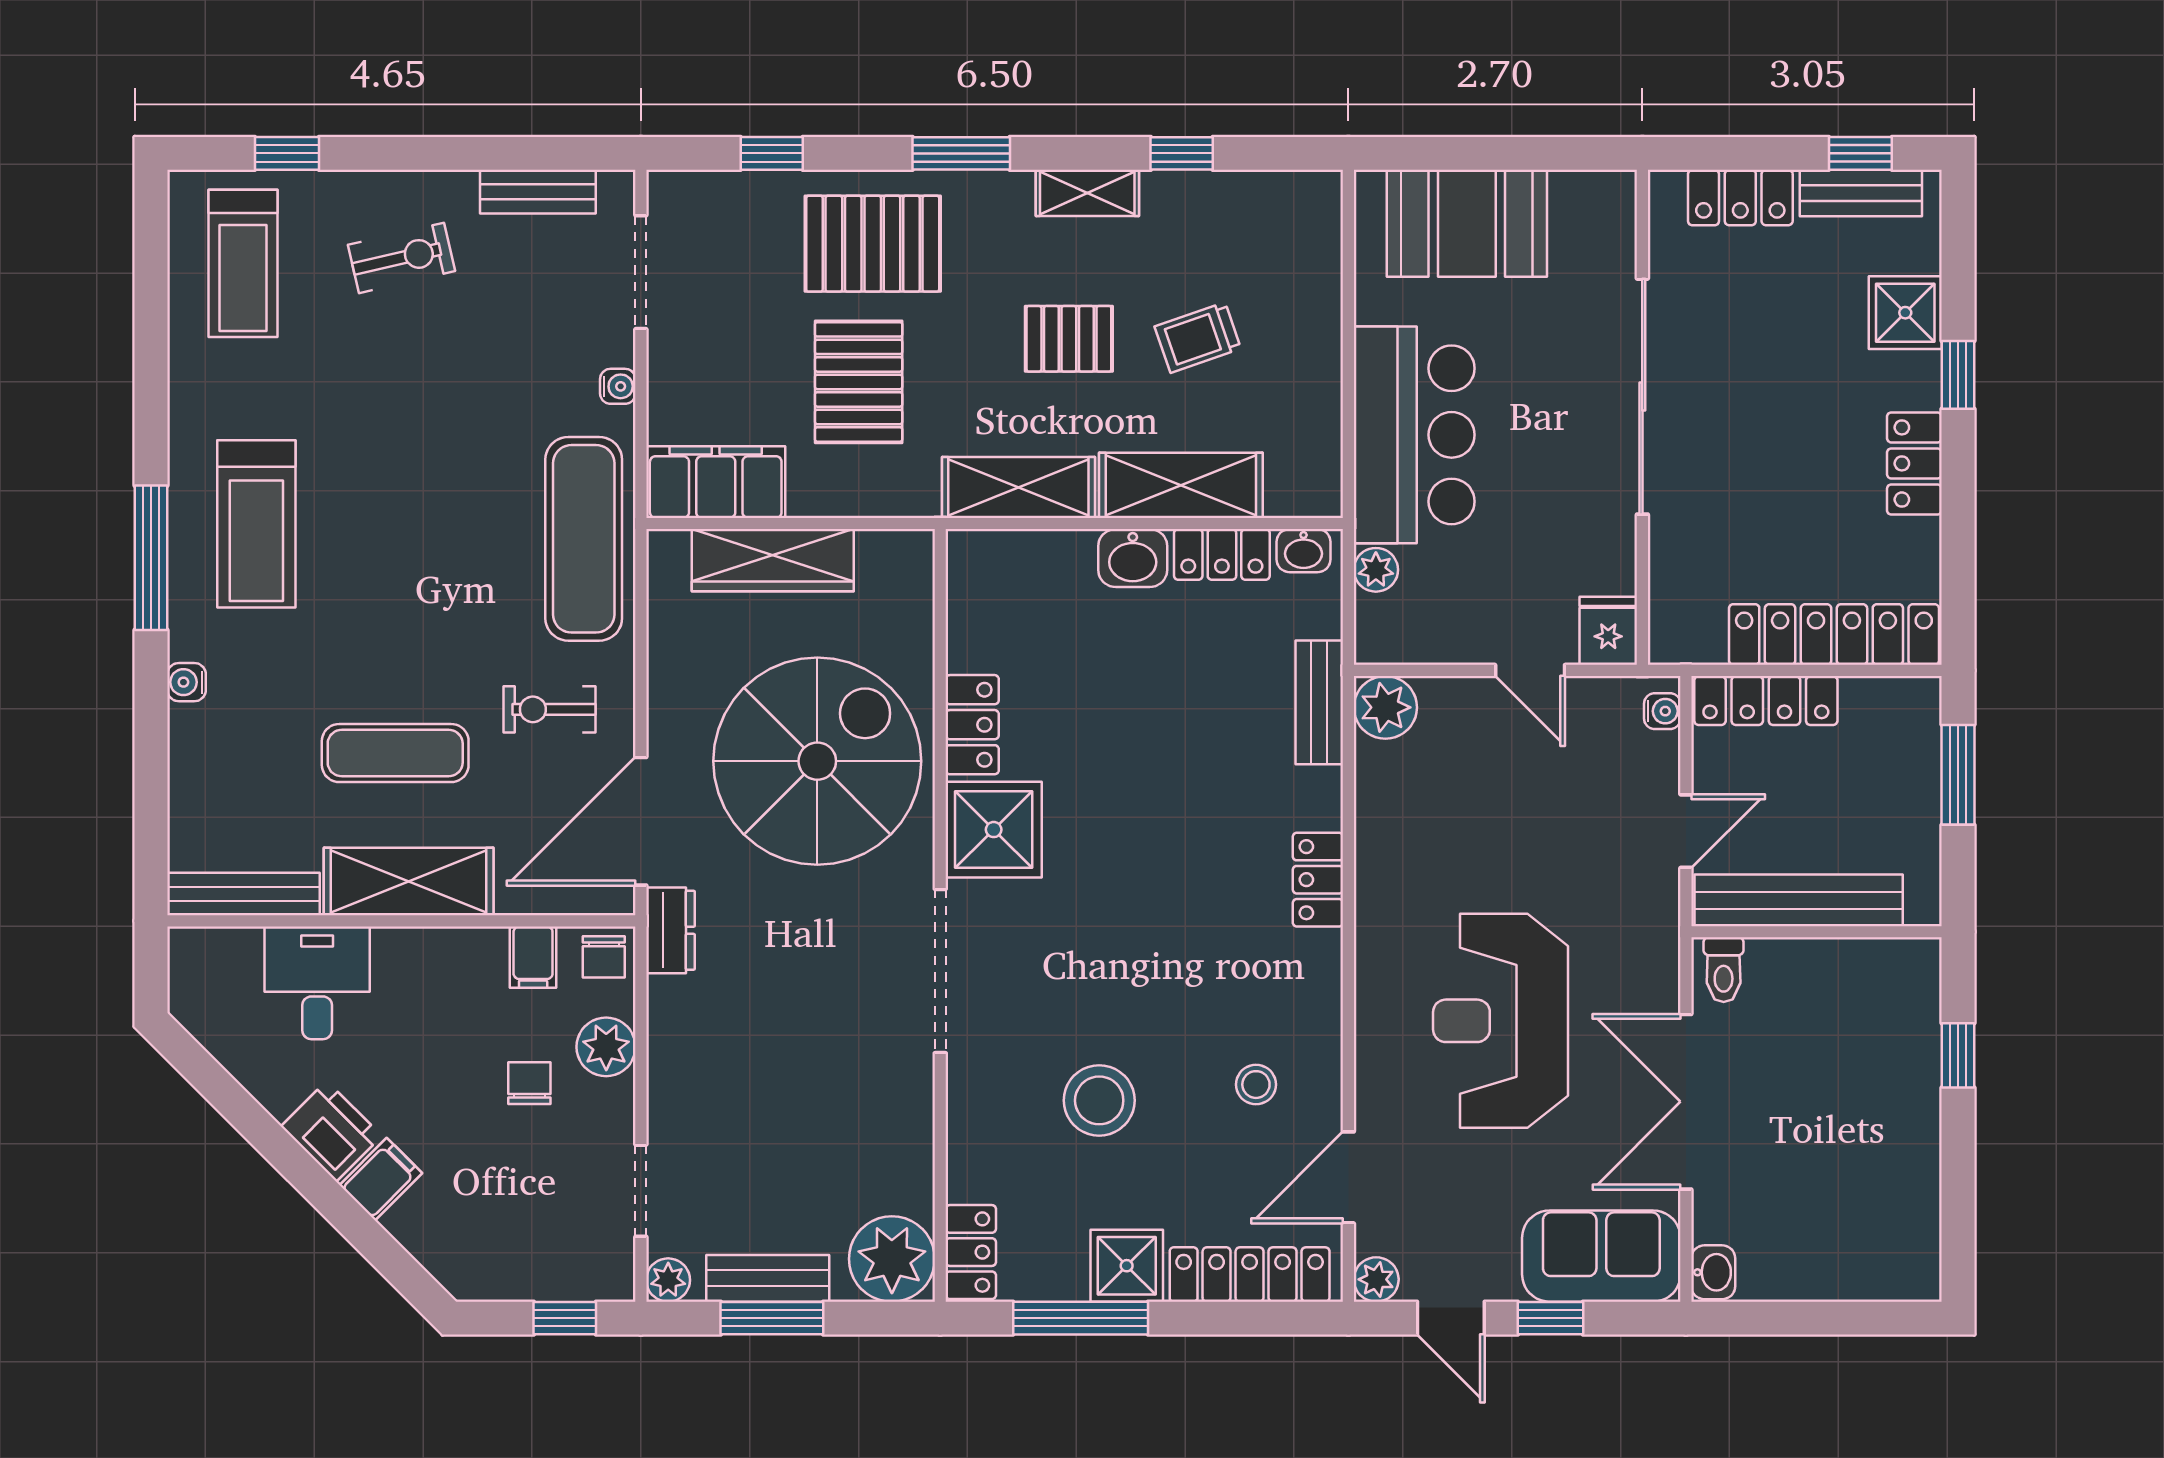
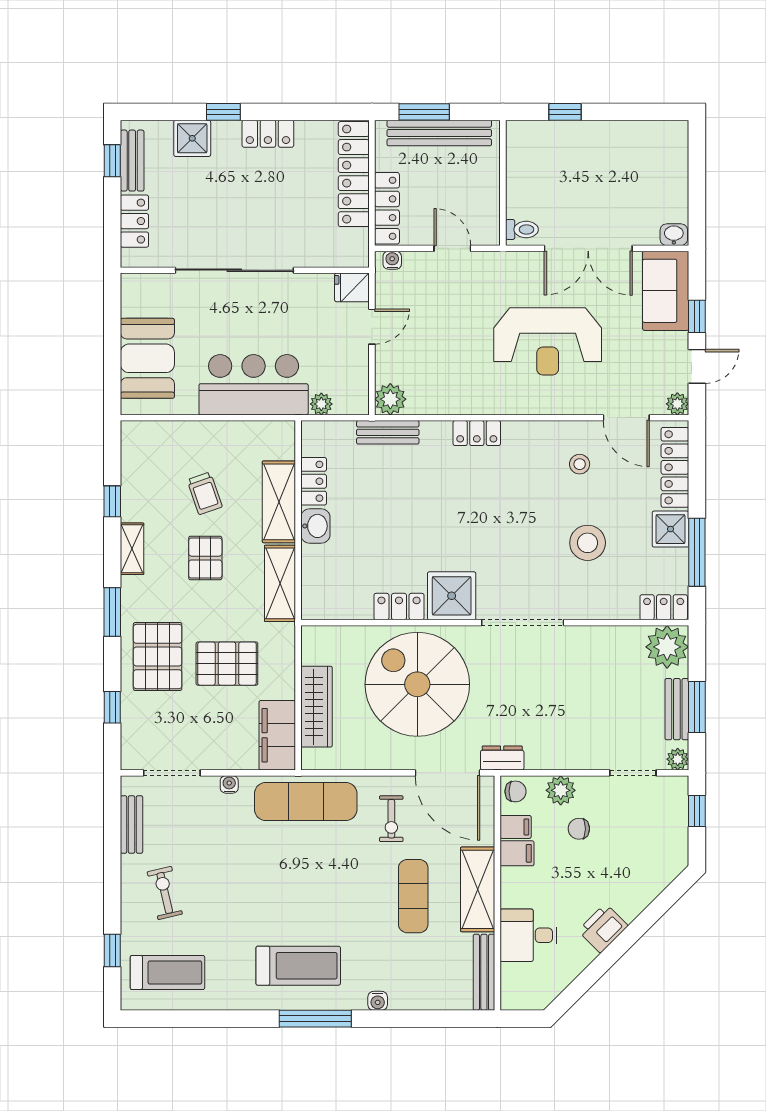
washbasin: (1304, 551) -> (312, 440), removed
bench: (1799, 900) -> (439, 133), moved, turned 90
filing cabinet: (381, 1179) -> (517, 853), moved, turned 135

